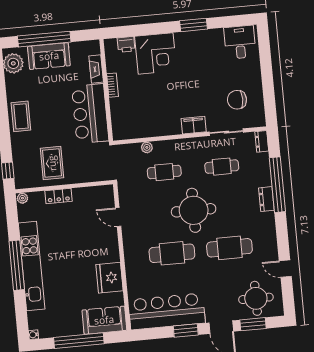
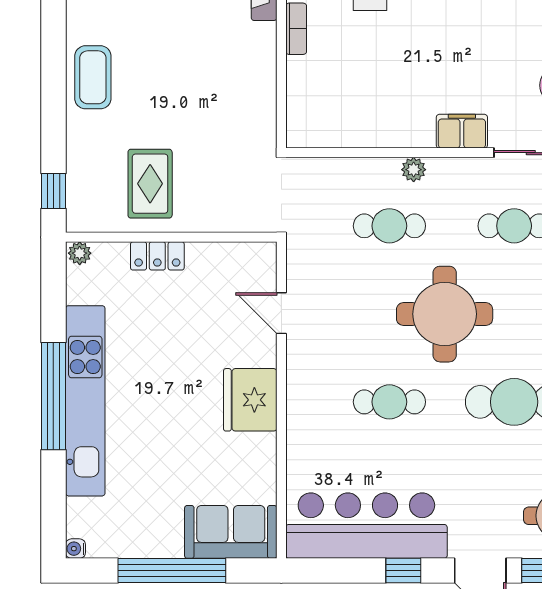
bar counter: (90, 114) -> (242, 85), removed
plant: (147, 147) -> (414, 170), moved
cafe table: (172, 253) -> (389, 402), width x0.73, depth x0.74
fridge: (109, 278) -> (250, 400), moved
window: (186, 331) -> (403, 571), width x0.67

